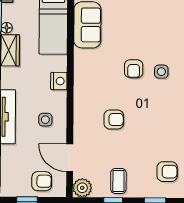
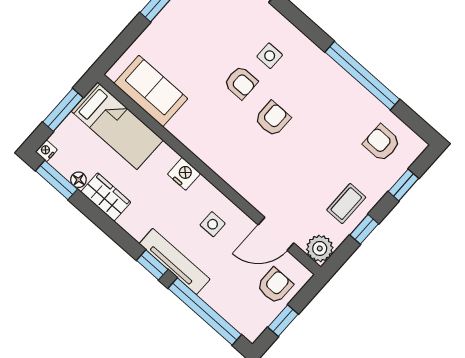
armchair: (114, 119) -> (273, 119), moved
armchair: (167, 172) -> (382, 143), turned -90
coffee table: (118, 181) -> (346, 204), turned 90

